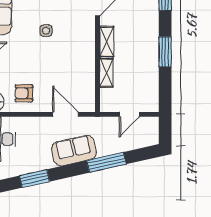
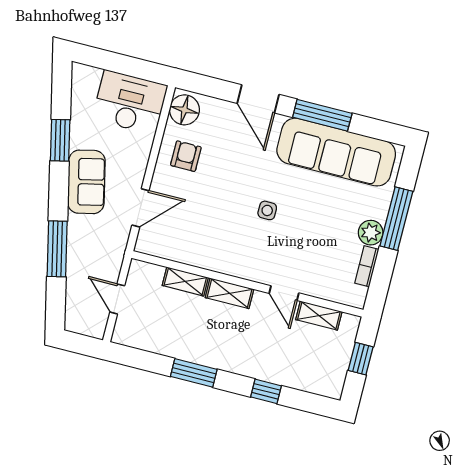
sofa: (74, 151) -> (86, 182), moved

